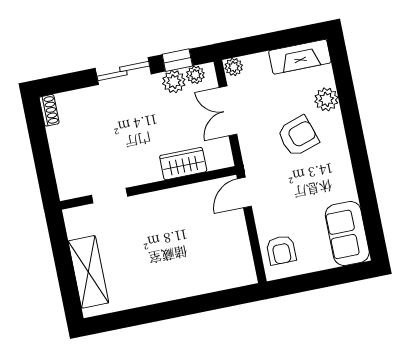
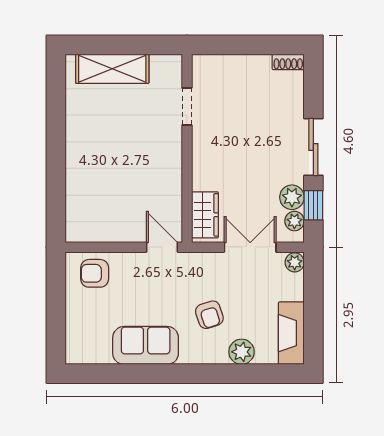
armchair: (298, 136) -> (209, 315), width x0.72, depth x0.72
wardrobe: (183, 164) -> (205, 215), moved
sofa: (347, 233) -> (146, 345), moved

